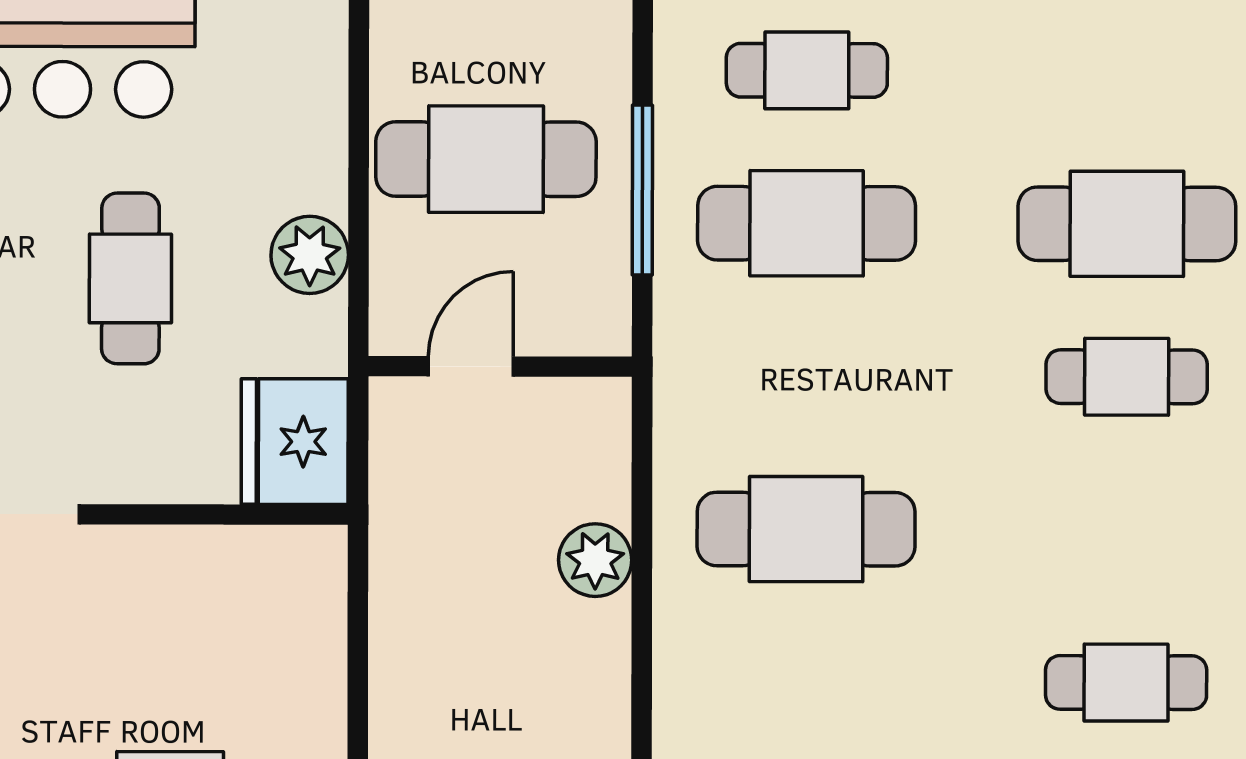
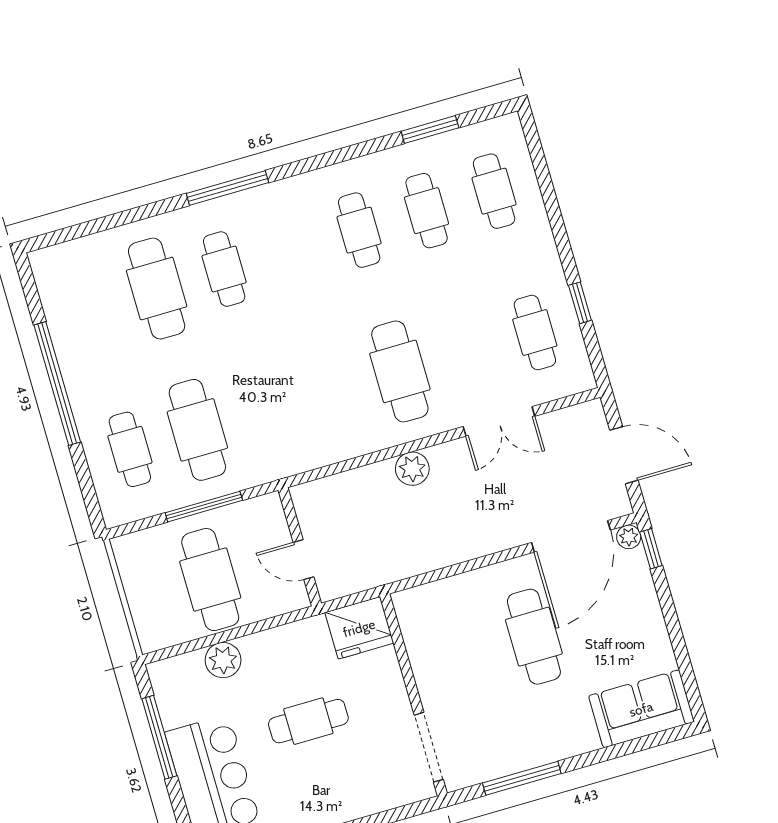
plant: (310, 255) -> (223, 660), moved
cafe table: (806, 529) -> (400, 371), moved
plant: (595, 560) -> (412, 469), moved

